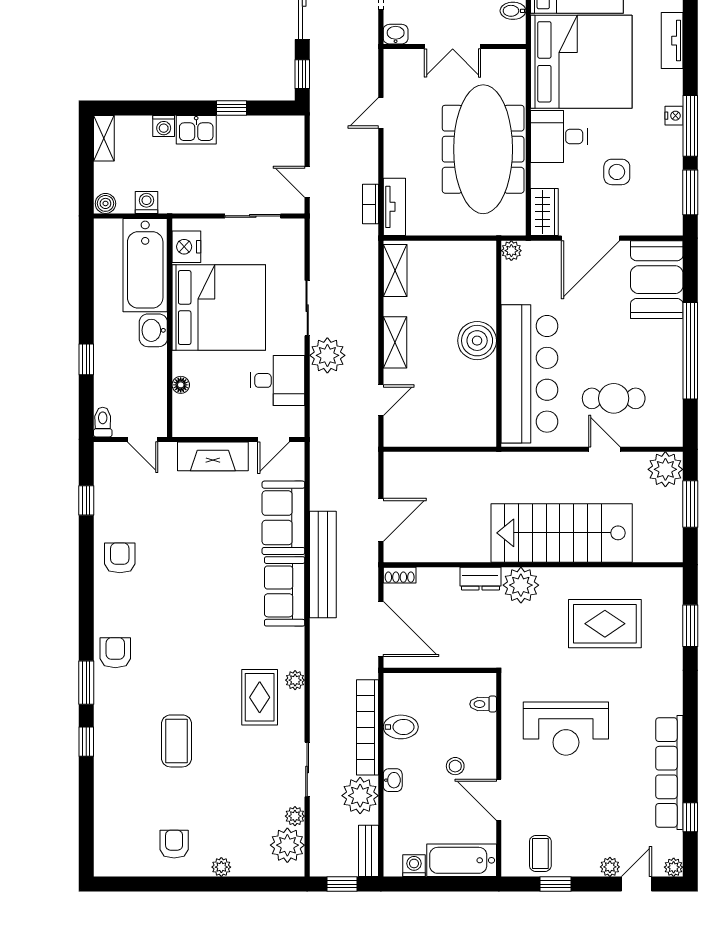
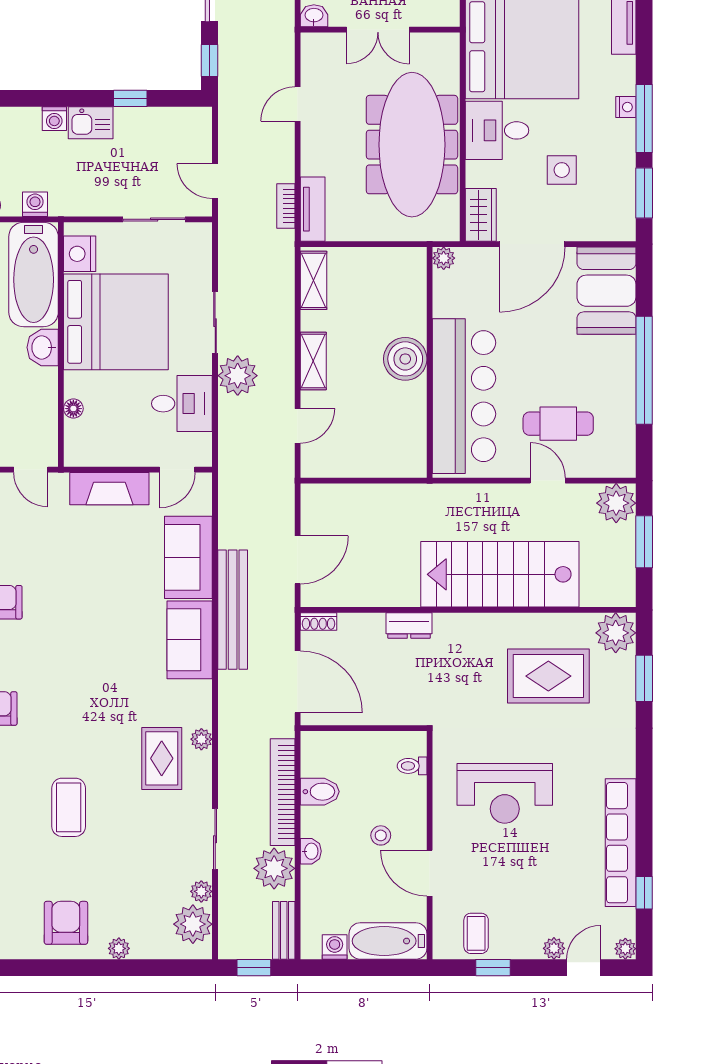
plant: (521, 585) -> (616, 633), moved
armchair: (174, 844) -> (66, 923), width x1.38, depth x1.38

